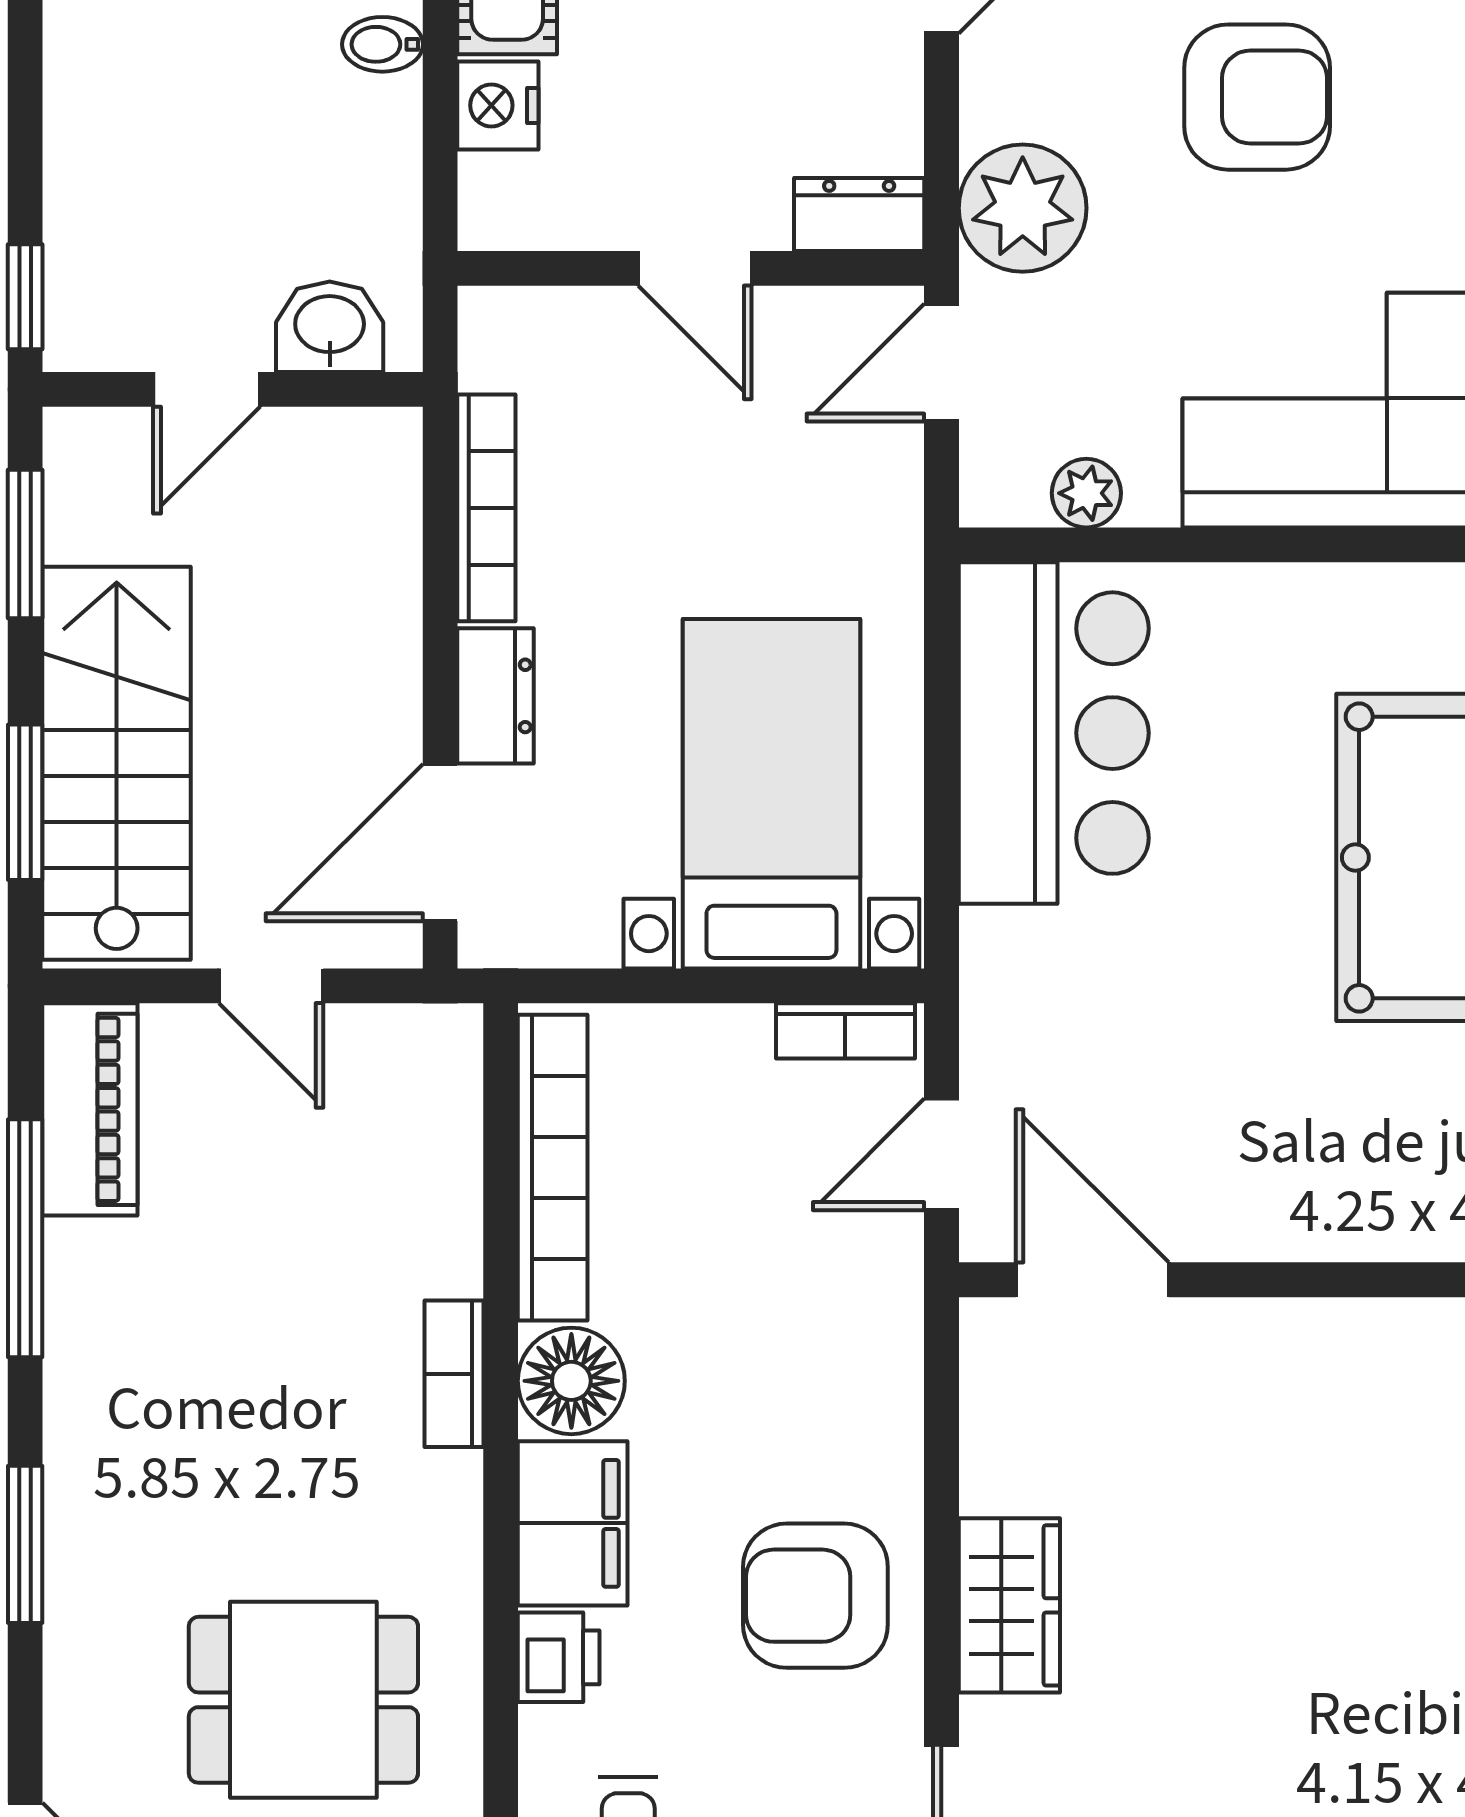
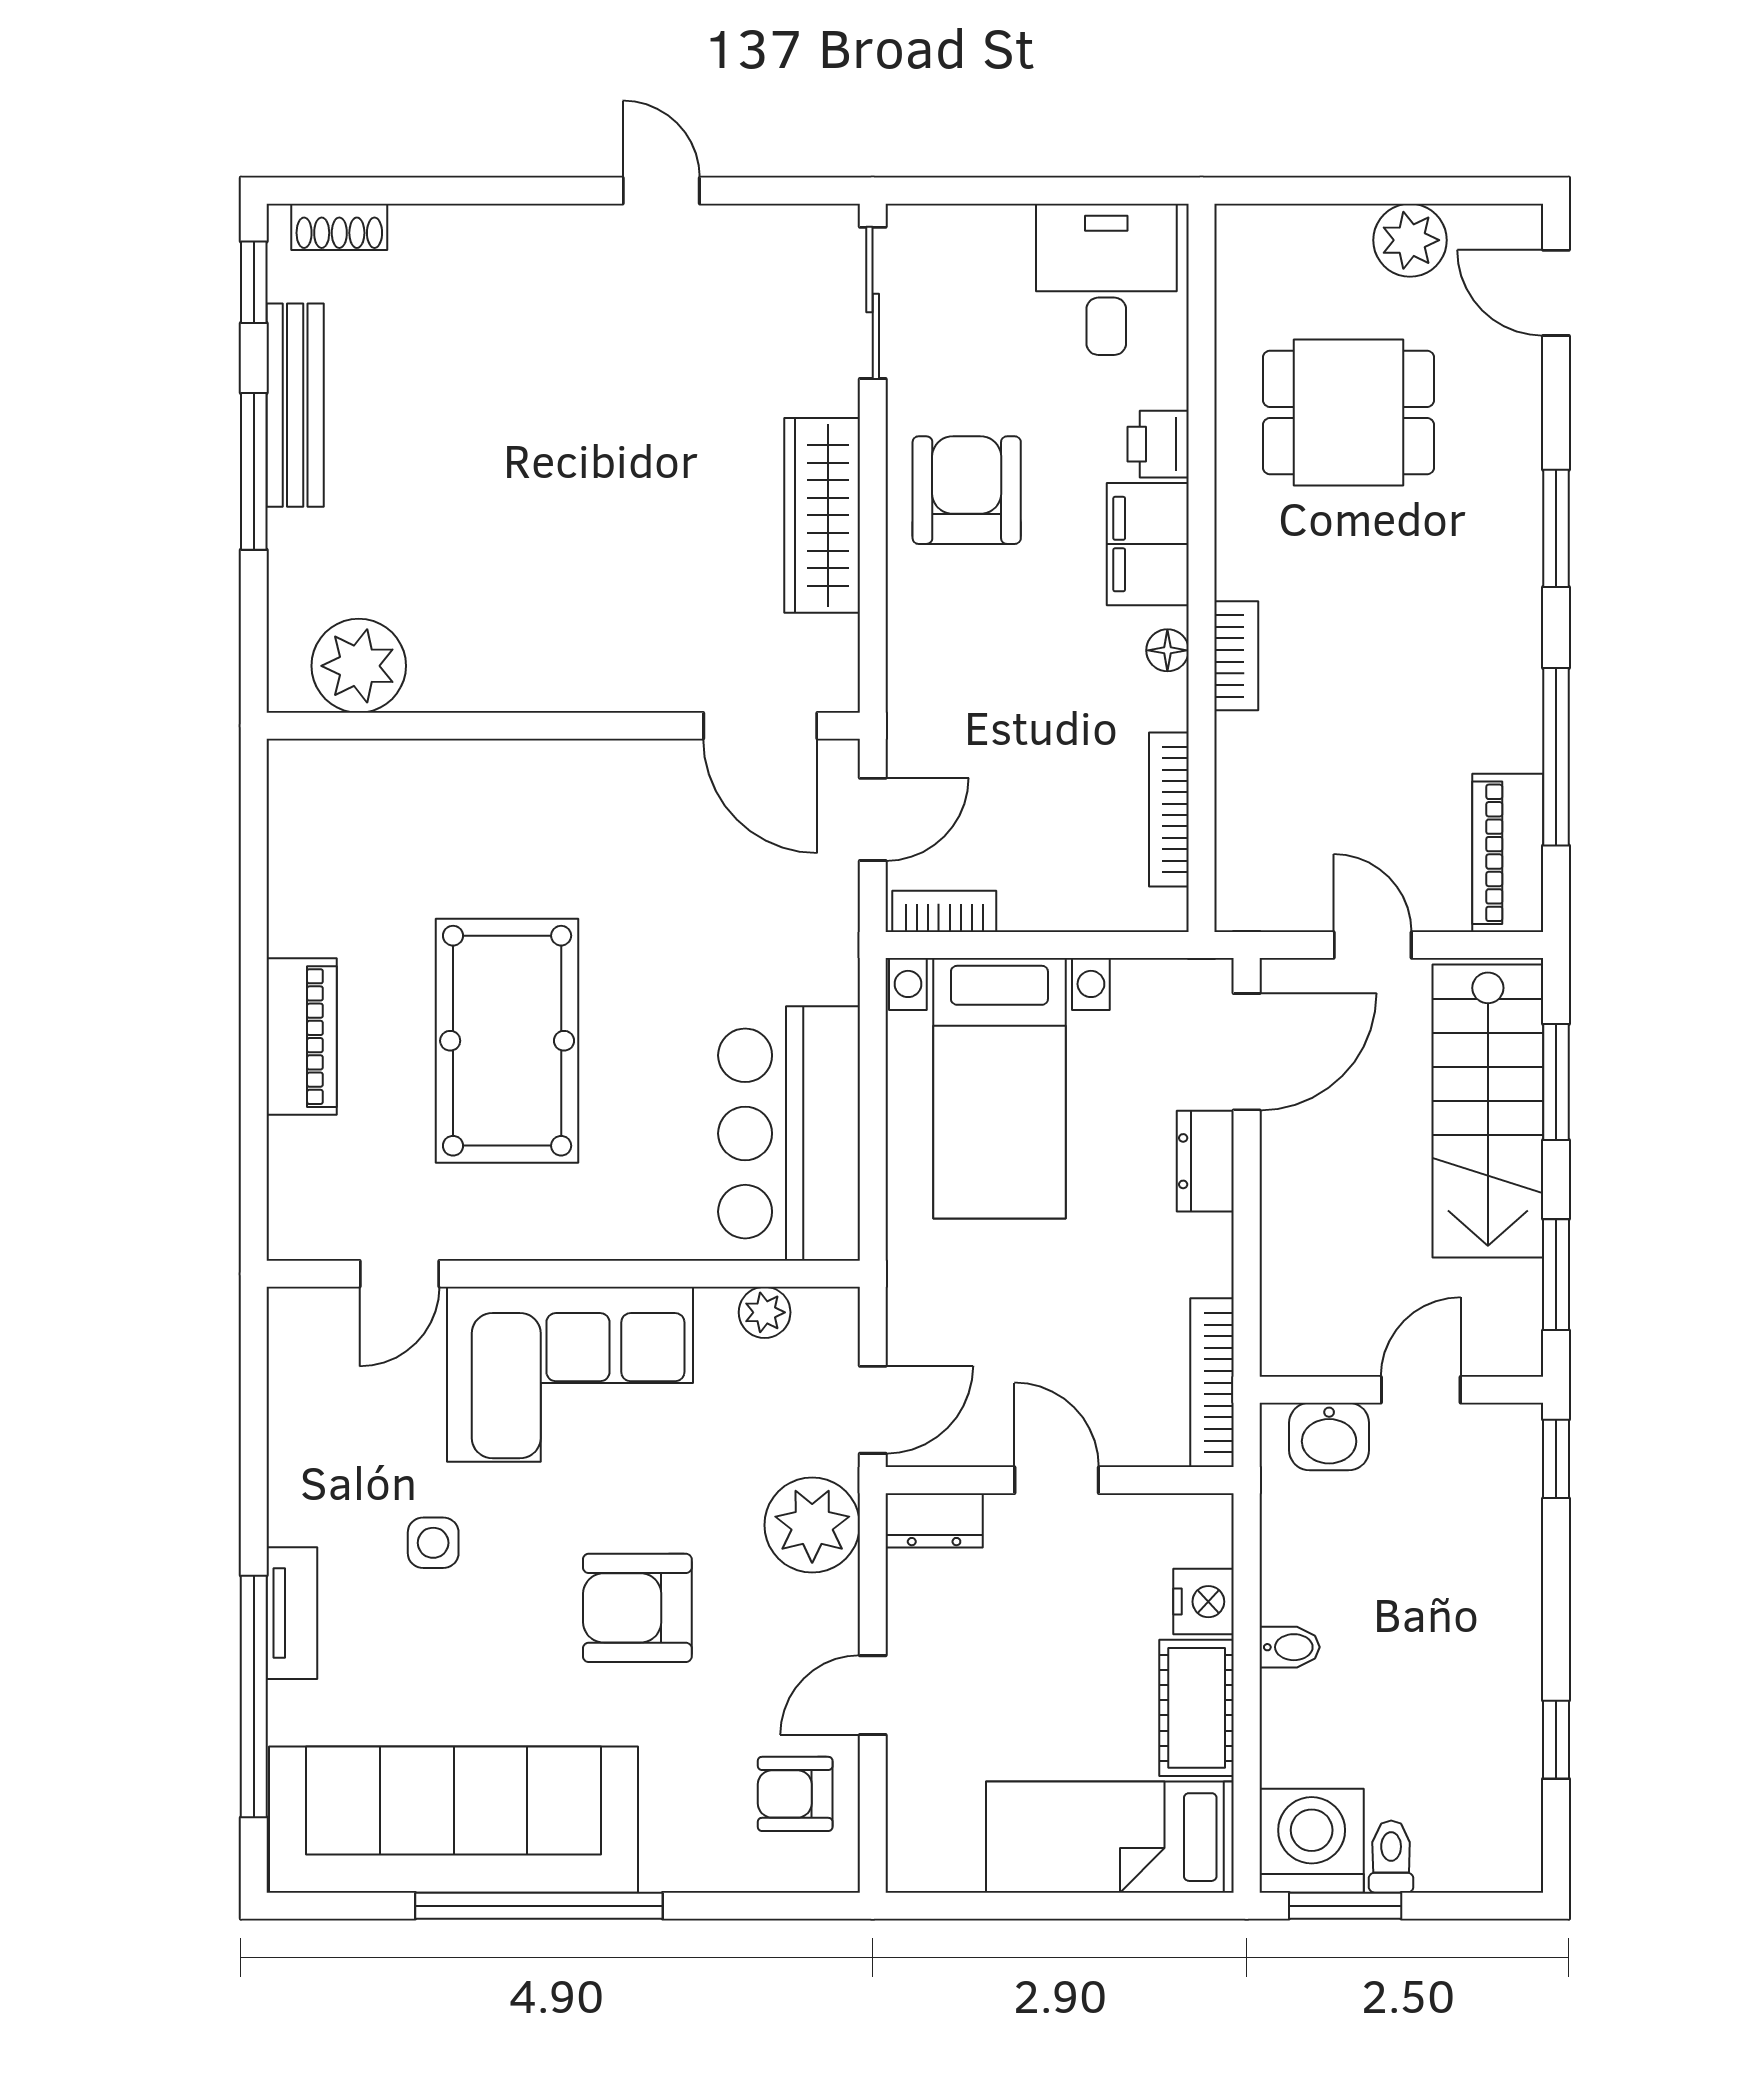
bookcase: (486, 508) -> (1212, 1383), moved
bookcase: (553, 1168) -> (1169, 809), width x0.68, depth x0.76
floor lamp: (571, 1381) -> (1167, 650), width x0.53, depth x0.53
armchair: (815, 1596) -> (967, 490), turned -90
wardrobe: (1009, 1605) -> (822, 515), width x1.50

